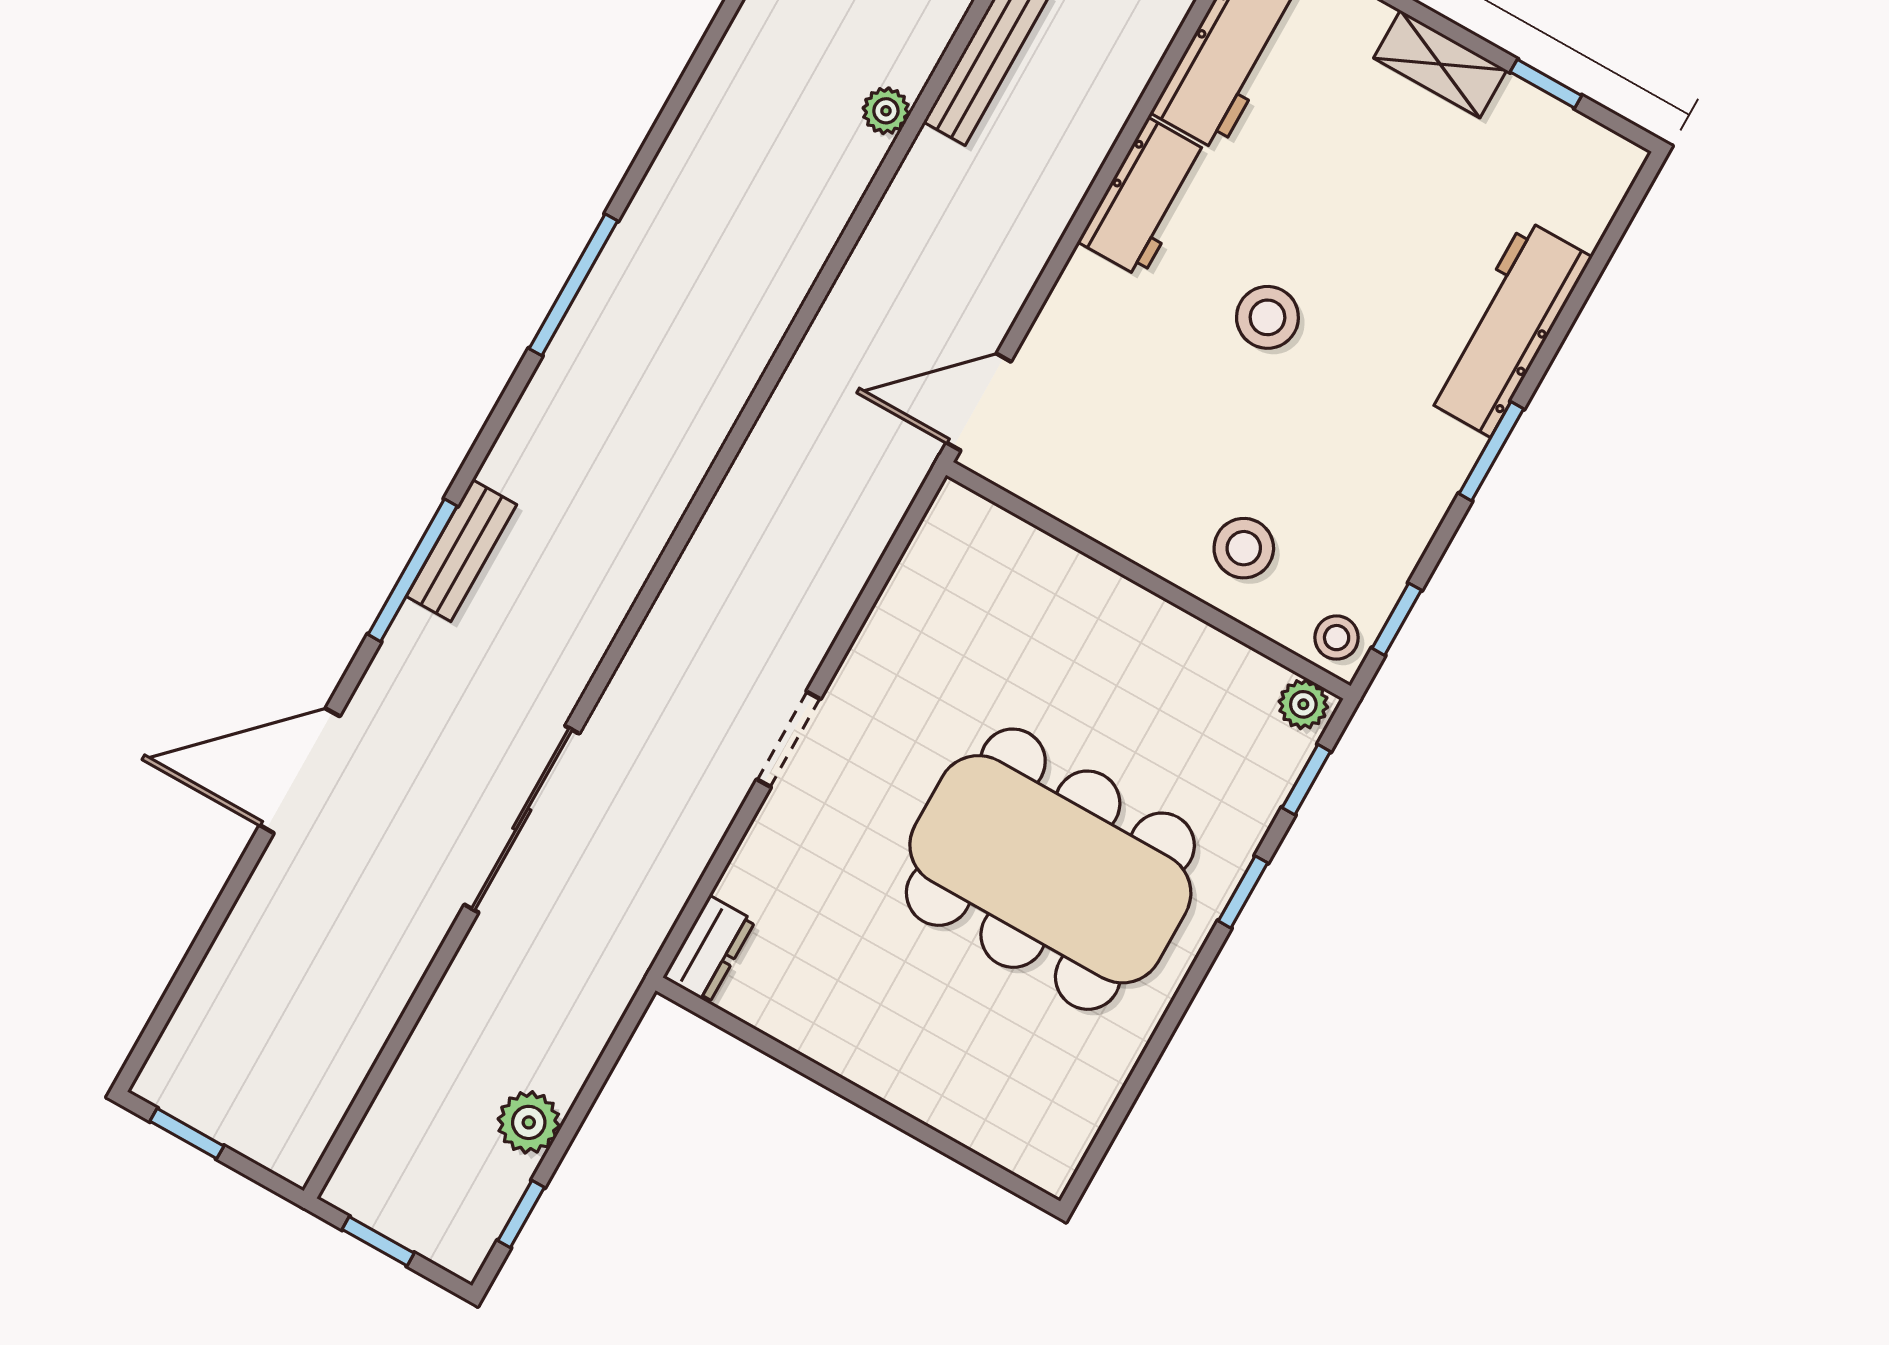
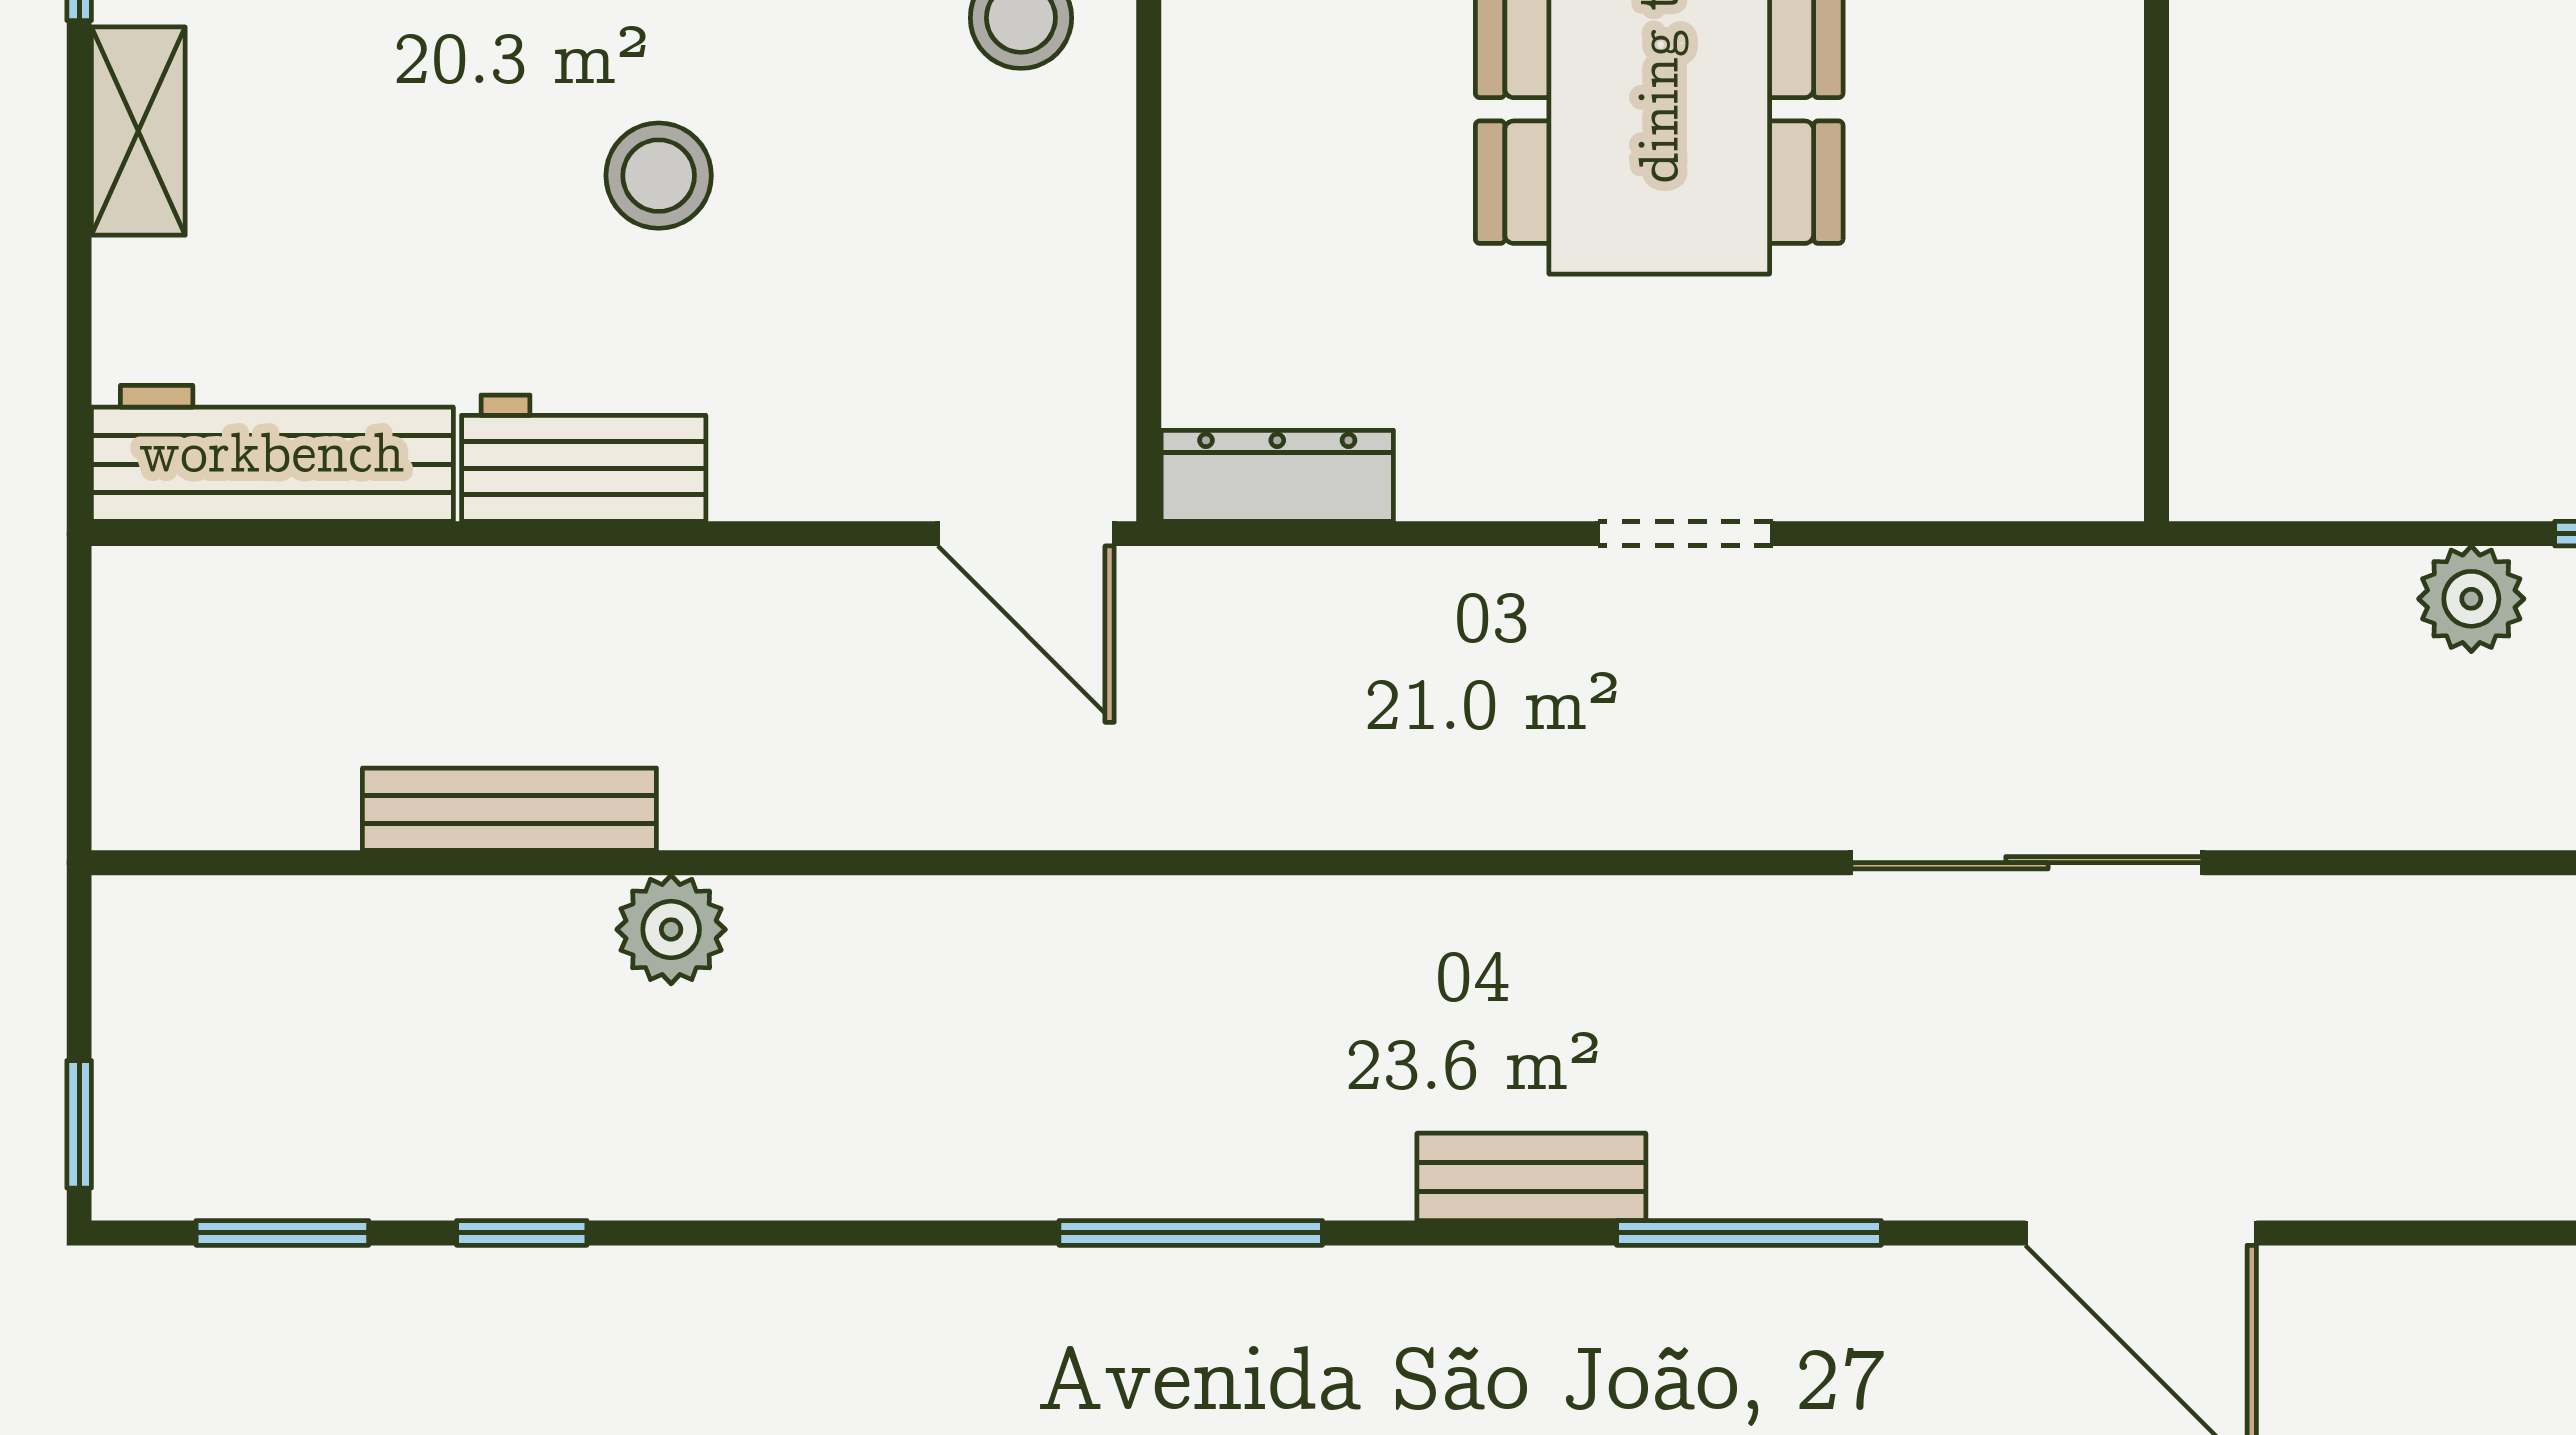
plant: (886, 111) -> (671, 929), width x1.38, depth x1.38
bench: (461, 551) -> (1531, 1177), moved
dresser: (709, 949) -> (1277, 476), moved, width x1.44

